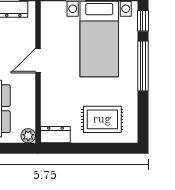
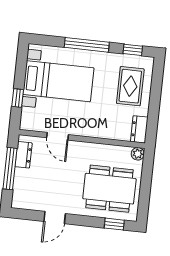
window: (143, 21) -> (133, 50), moved
door: (38, 61) -> (58, 136), moved

